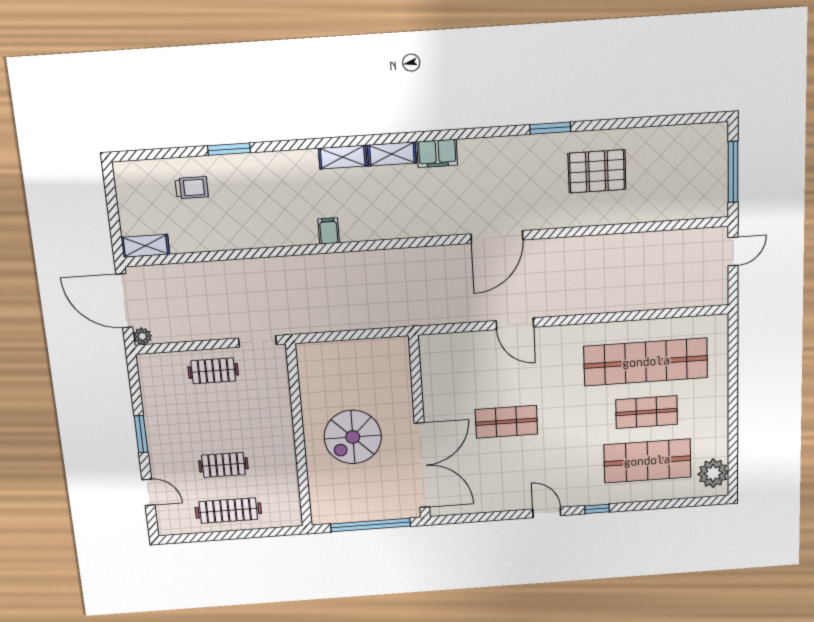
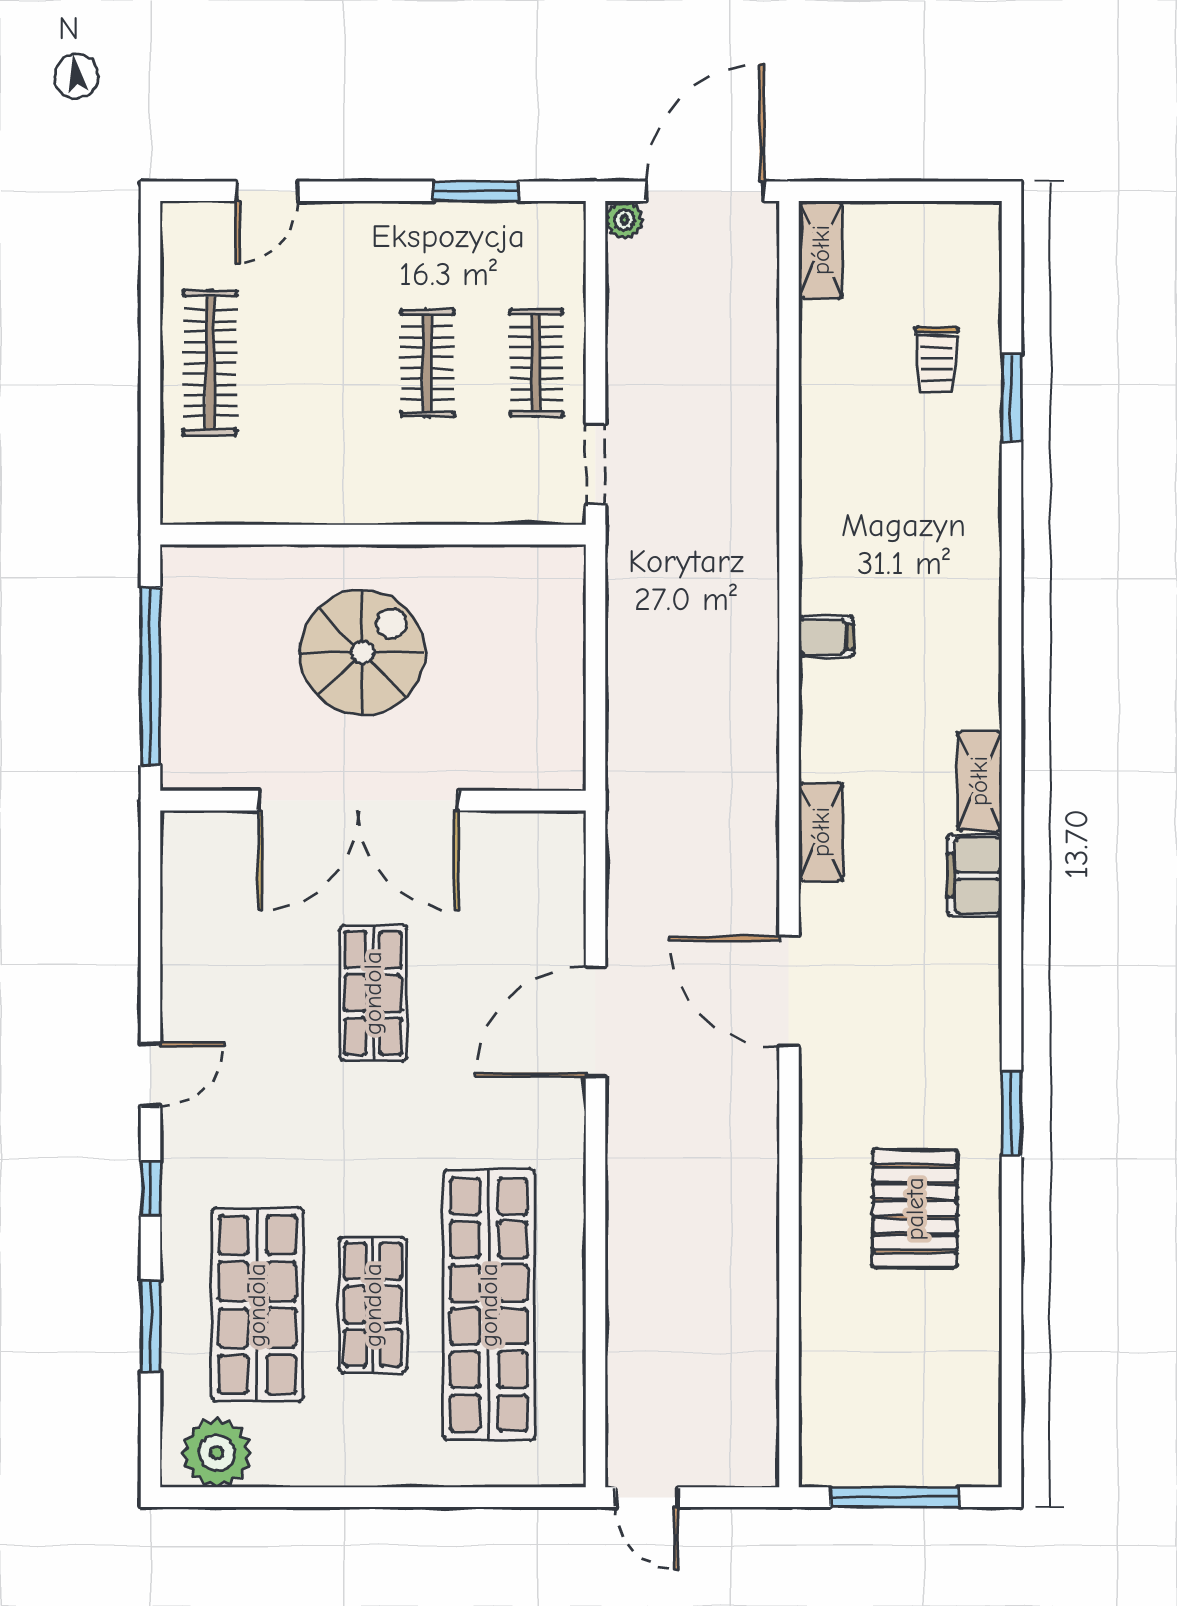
window: (229, 149) -> (1011, 398), moved
shelving: (343, 157) -> (821, 832), moved
door: (733, 251) -> (647, 1497), moved
door: (515, 324) -> (596, 1022), width x1.36
window: (141, 434) -> (476, 191), moved
spiral stairs: (353, 437) -> (363, 652), turned 90
clothes rail: (223, 465) -> (427, 363), moved
double door: (422, 465) -> (358, 801), moved
window: (658, 505) -> (151, 1326), added

